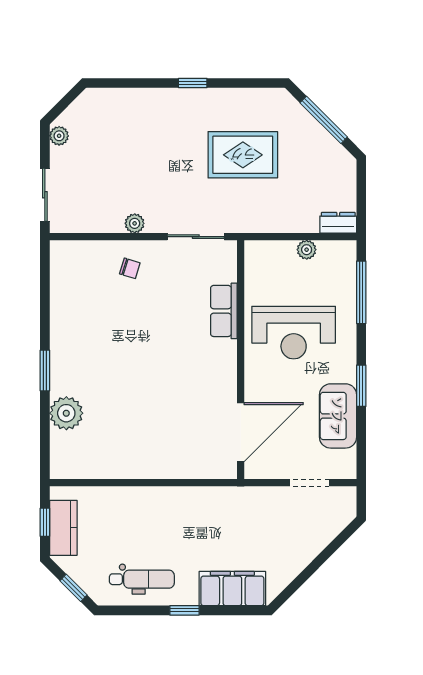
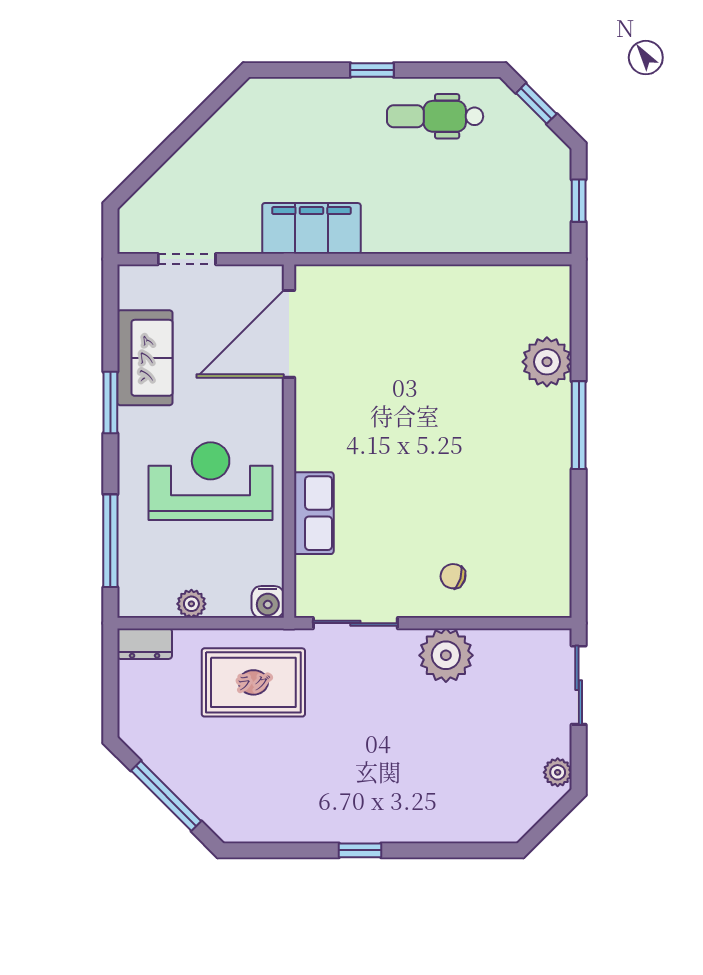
rug: (243, 155) -> (253, 682), moved
plant: (135, 223) -> (446, 655), width x1.87, depth x1.87
water cooler: (255, 251) -> (268, 602), added
window: (45, 370) -> (579, 425), width x1.44
kitchen counter: (63, 528) -> (551, 192), removed
filing cabinet: (232, 588) -> (311, 228), moved, turned 180

